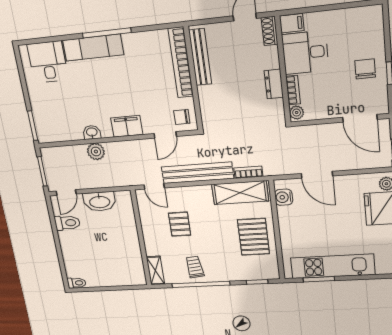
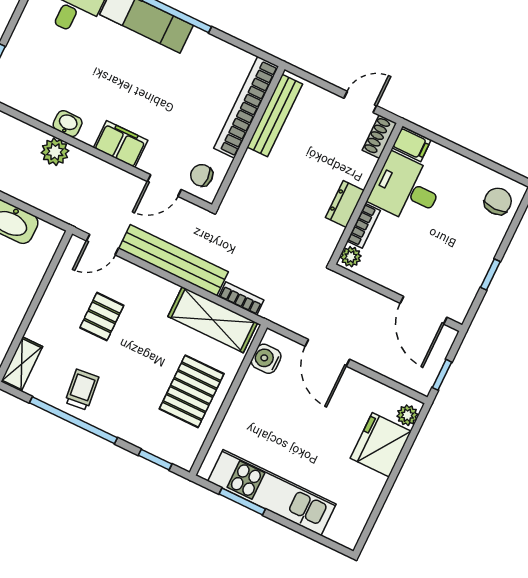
chair: (365, 69) -> (498, 201), moved
door: (154, 186) -> (102, 245), hinge flipped

